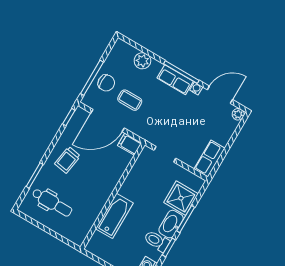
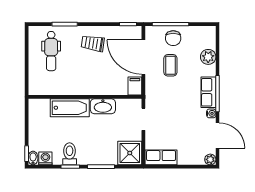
shower: (181, 198) -> (130, 153), moved
washbasin: (171, 224) -> (103, 106), moved, turned 180

